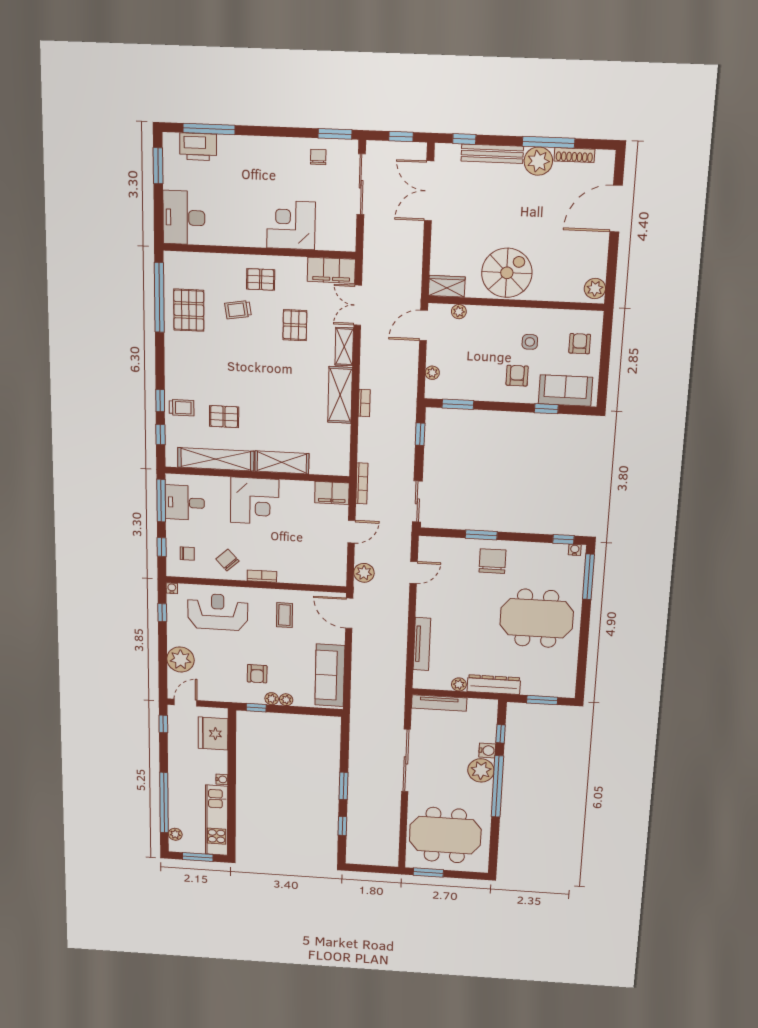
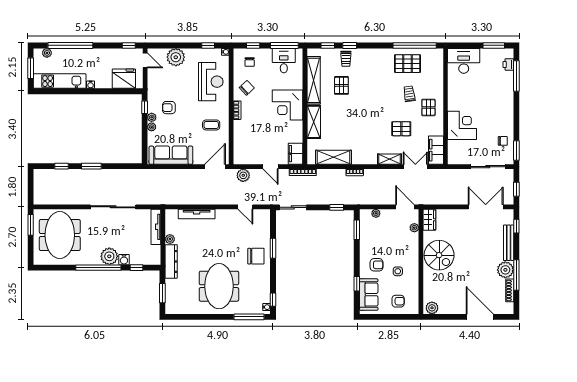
printer: (198, 147) -> (508, 64), width x0.53, depth x0.68
shelving: (340, 395) -> (334, 157), moved

